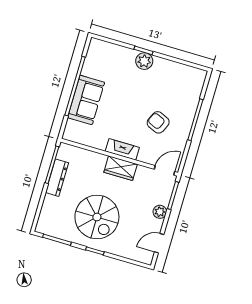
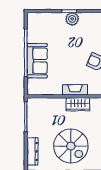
dresser: (57, 178) -> (32, 151), moved

